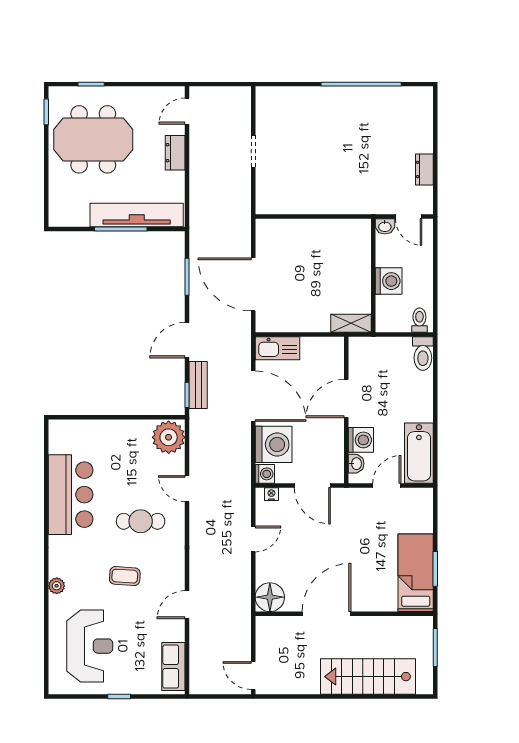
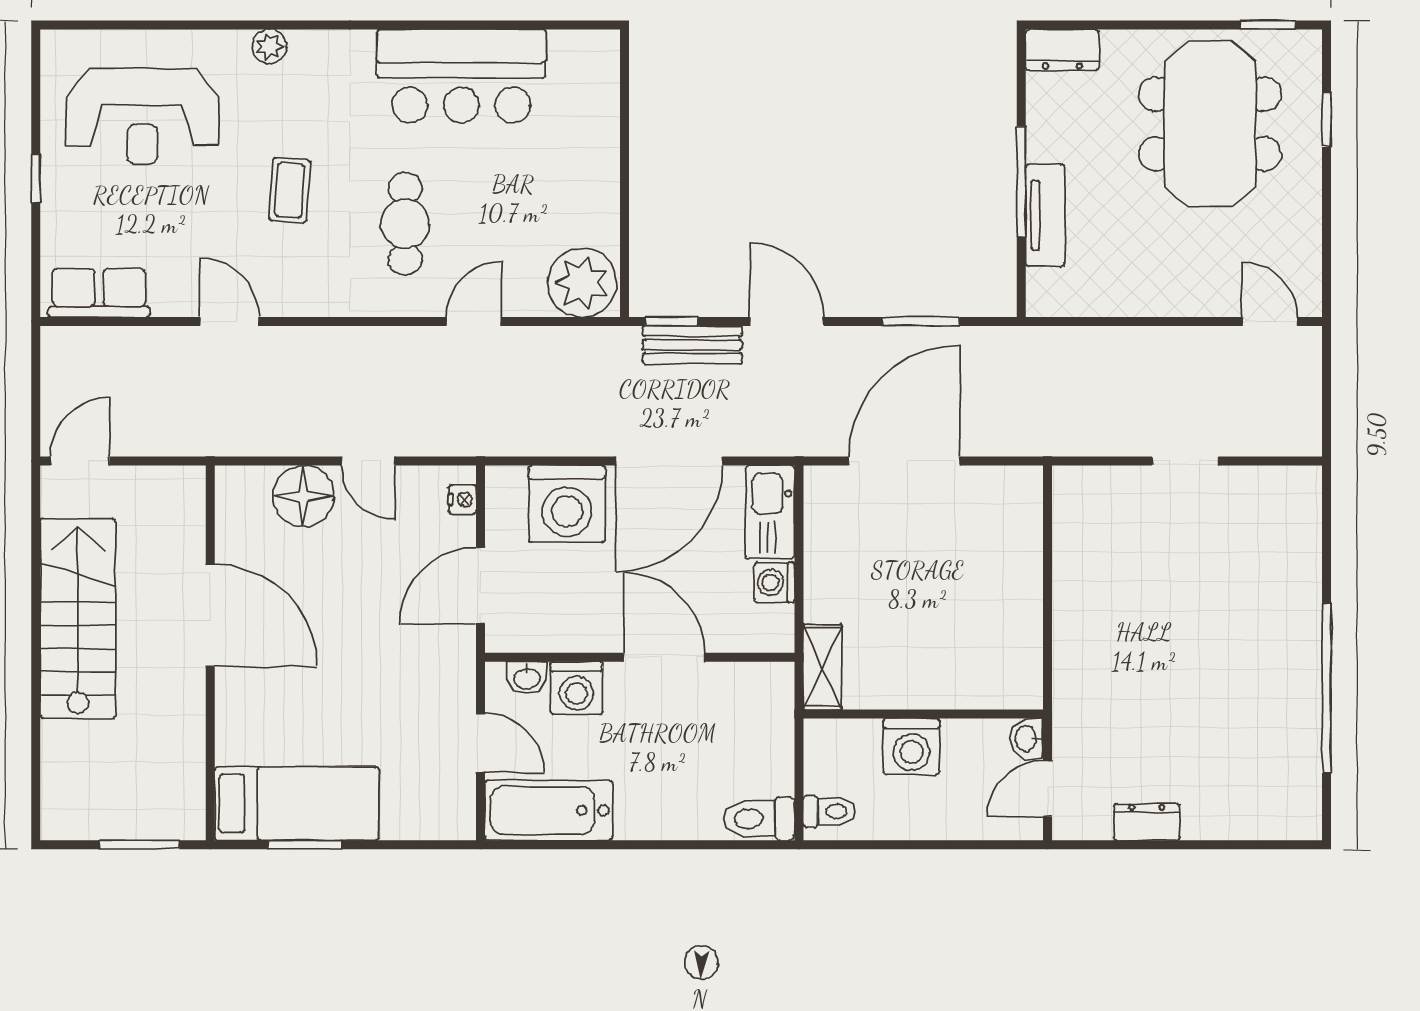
dresser: (175, 153) -> (1062, 50), moved, turned 180
tv unit: (137, 215) -> (1045, 215), width x0.52, depth x0.78
washing machine: (265, 474) -> (774, 582), moved, turned 90
floor lamp: (270, 597) -> (303, 496), moved
stairs: (368, 677) -> (78, 619), moved

